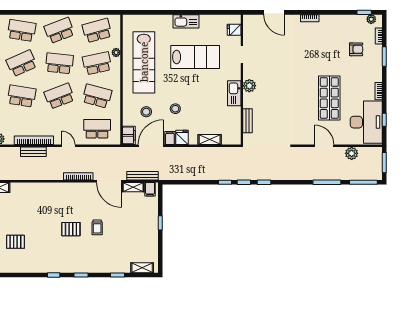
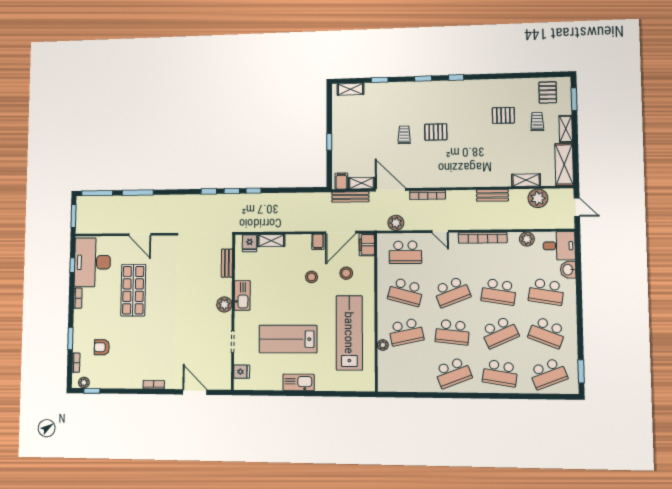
school desk: (97, 30) -> (406, 372), removed
fridge: (182, 137) -> (250, 243), moved
bench: (33, 152) -> (492, 195), moved
plant: (352, 153) -> (396, 223), moved

